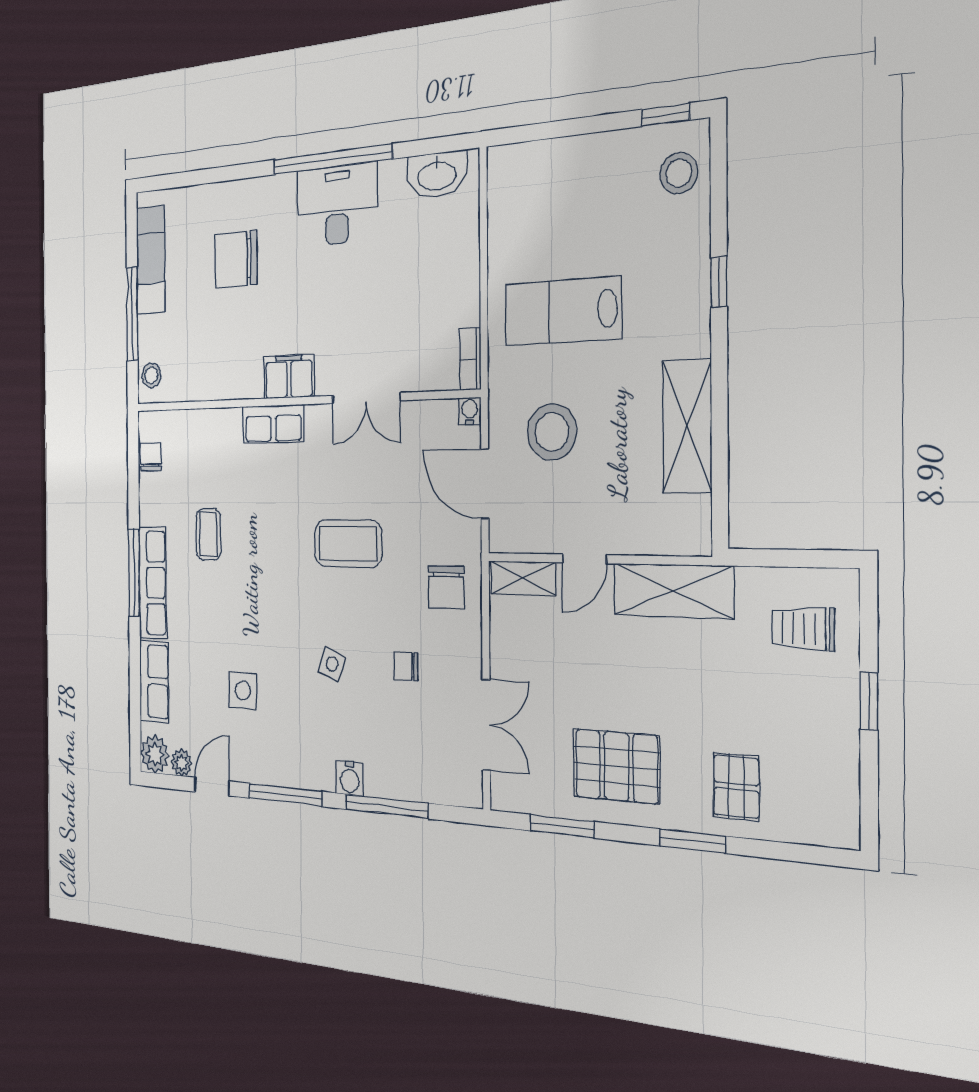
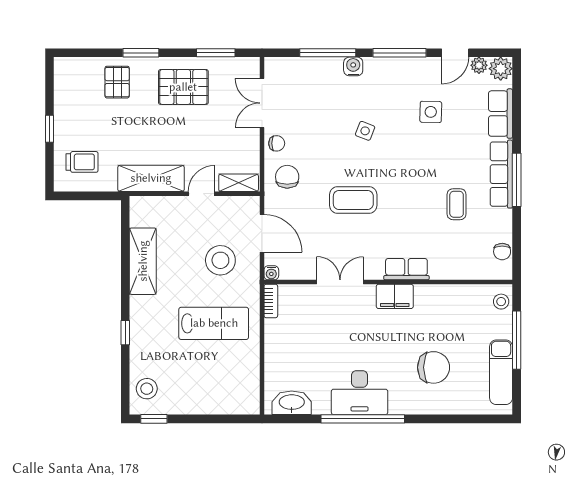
chair: (406, 666) -> (277, 143), moved

